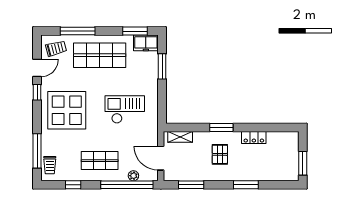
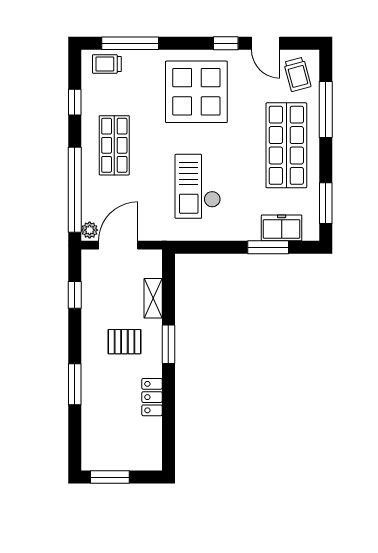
freezer: (146, 43) -> (282, 228), moved, turned 90
checkout: (125, 109) -> (198, 186), turned 180
shelving: (180, 137) -> (153, 298), moved
plant: (133, 176) -> (90, 230), moved
window: (191, 185) -> (75, 295), width x0.67

